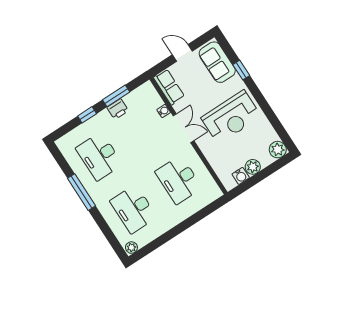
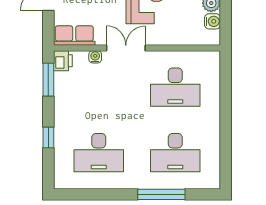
window: (116, 96) -> (48, 80), moved
printer: (118, 109) -> (63, 61), moved
window: (81, 192) -> (161, 194), moved
plant: (131, 248) -> (213, 180), removed

